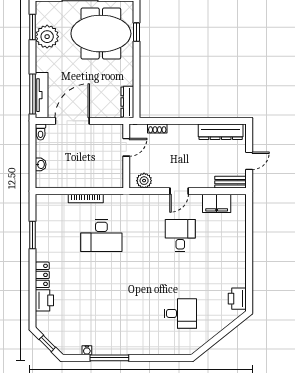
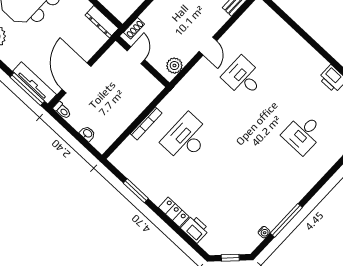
shoe rack: (157, 128) -> (134, 28), moved
filing cabinet: (217, 203) -> (244, 26), removed
desk: (101, 236) -> (186, 138), turned 180
desk: (180, 313) -> (303, 134), turned 180

